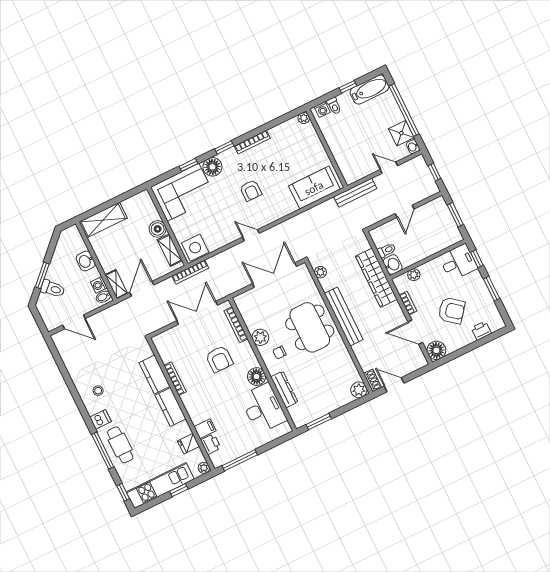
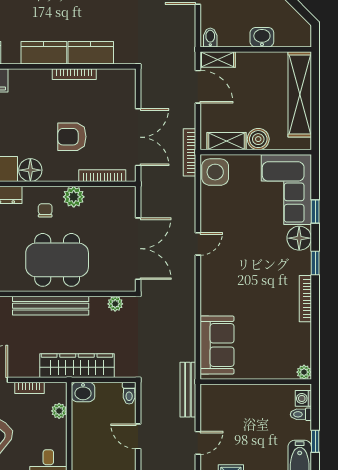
armchair: (251, 190) -> (250, 269), removed
shelving: (103, 220) -> (300, 94), width x1.47
toilet: (387, 250) -> (129, 393), moved
washing machine: (99, 285) -> (227, 39), removed

